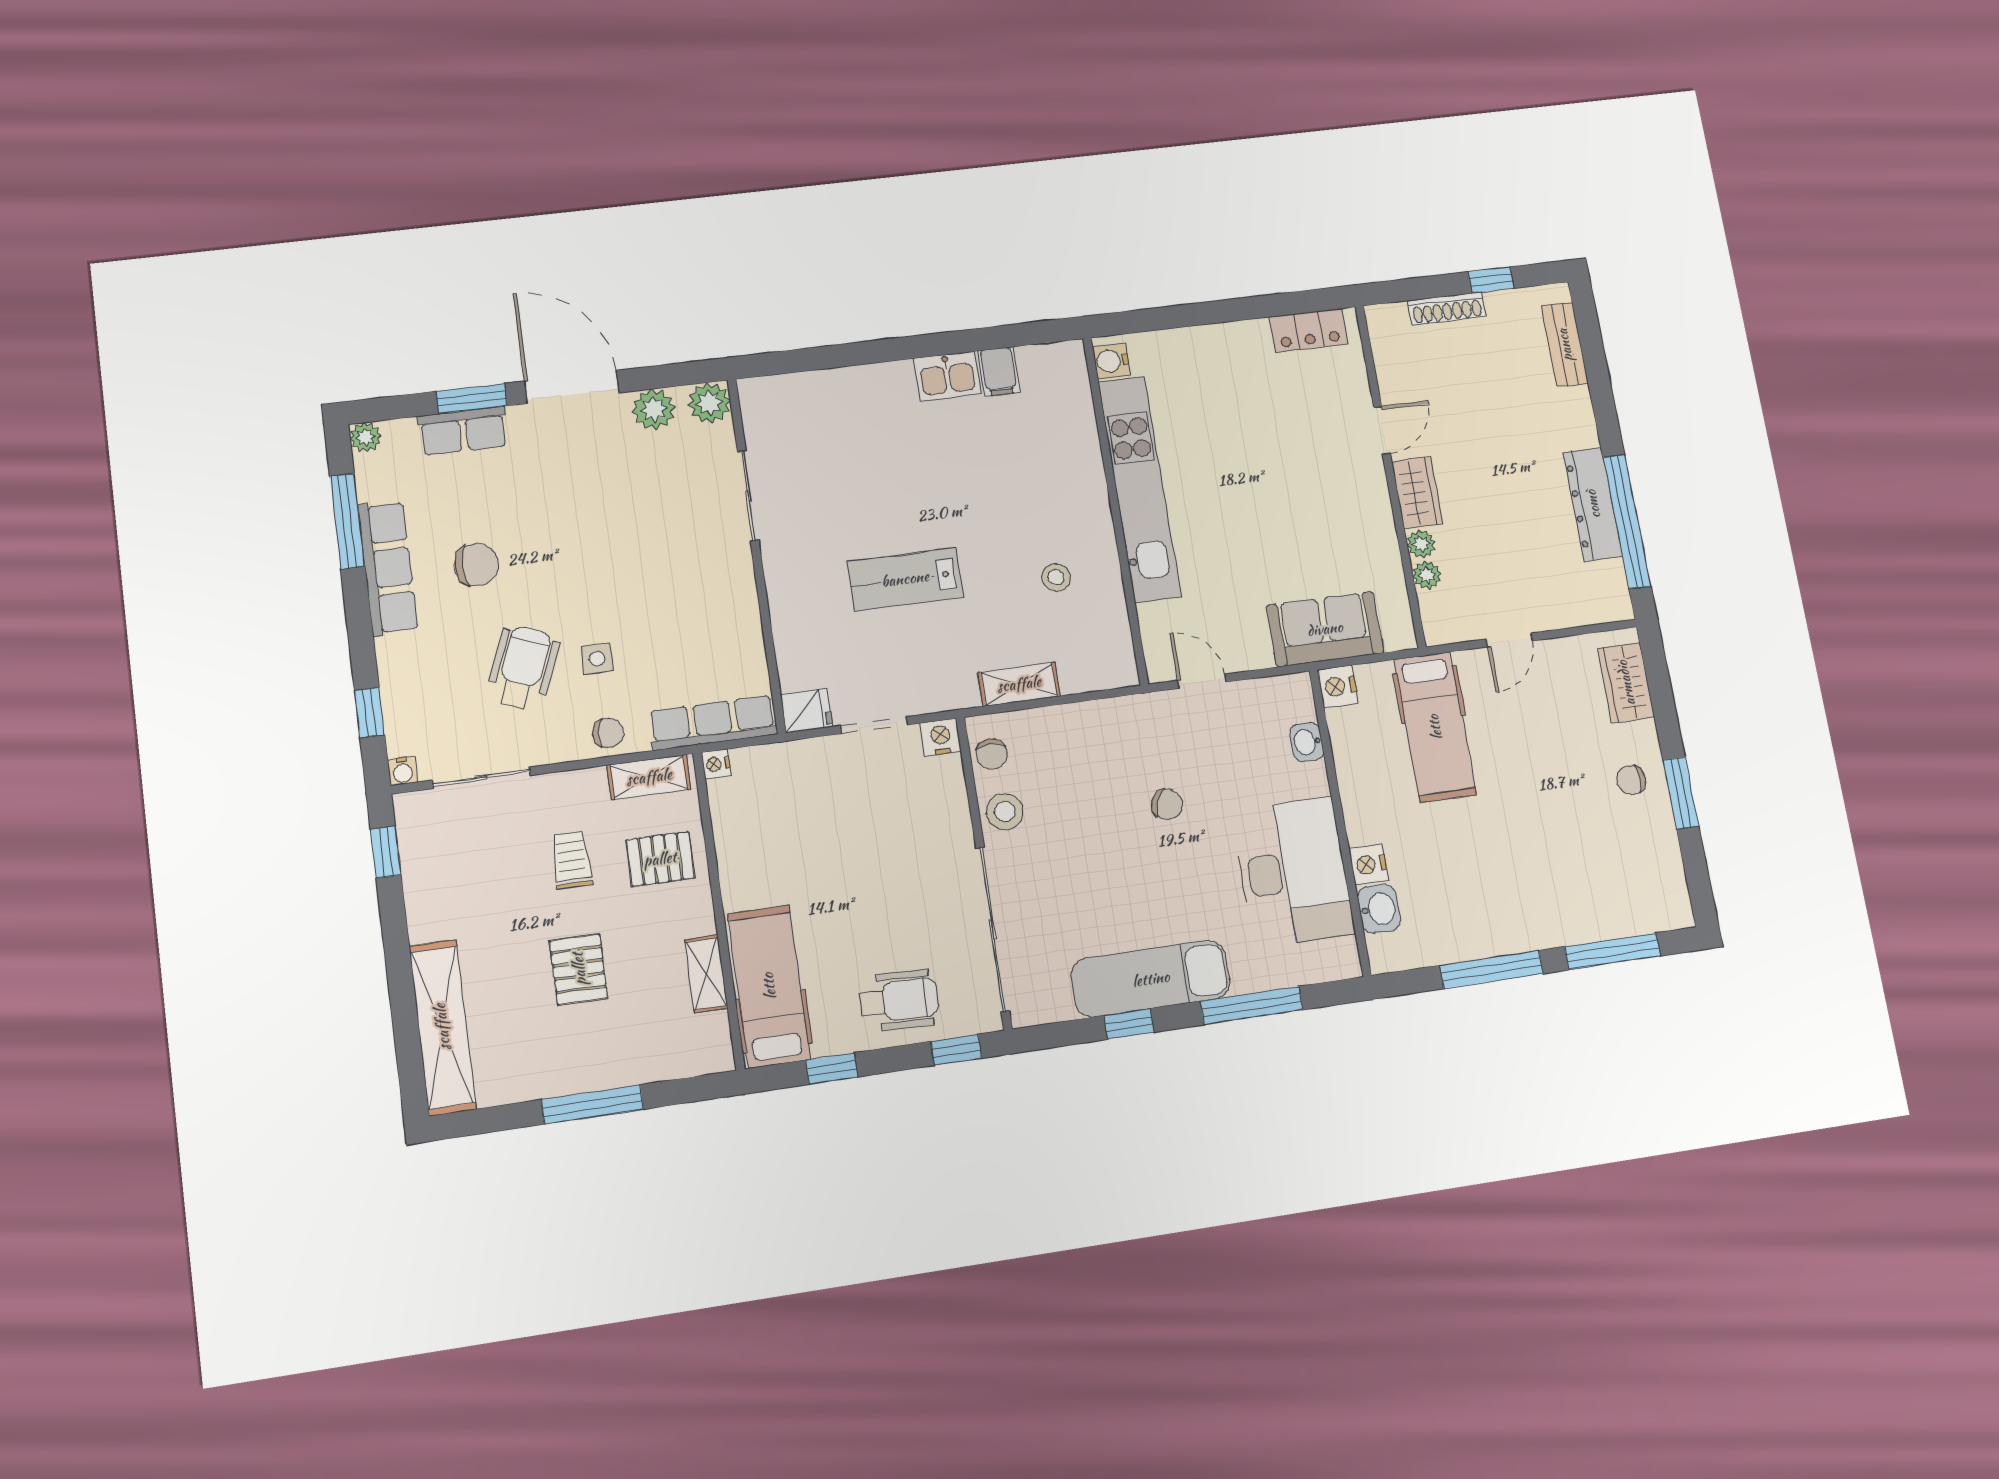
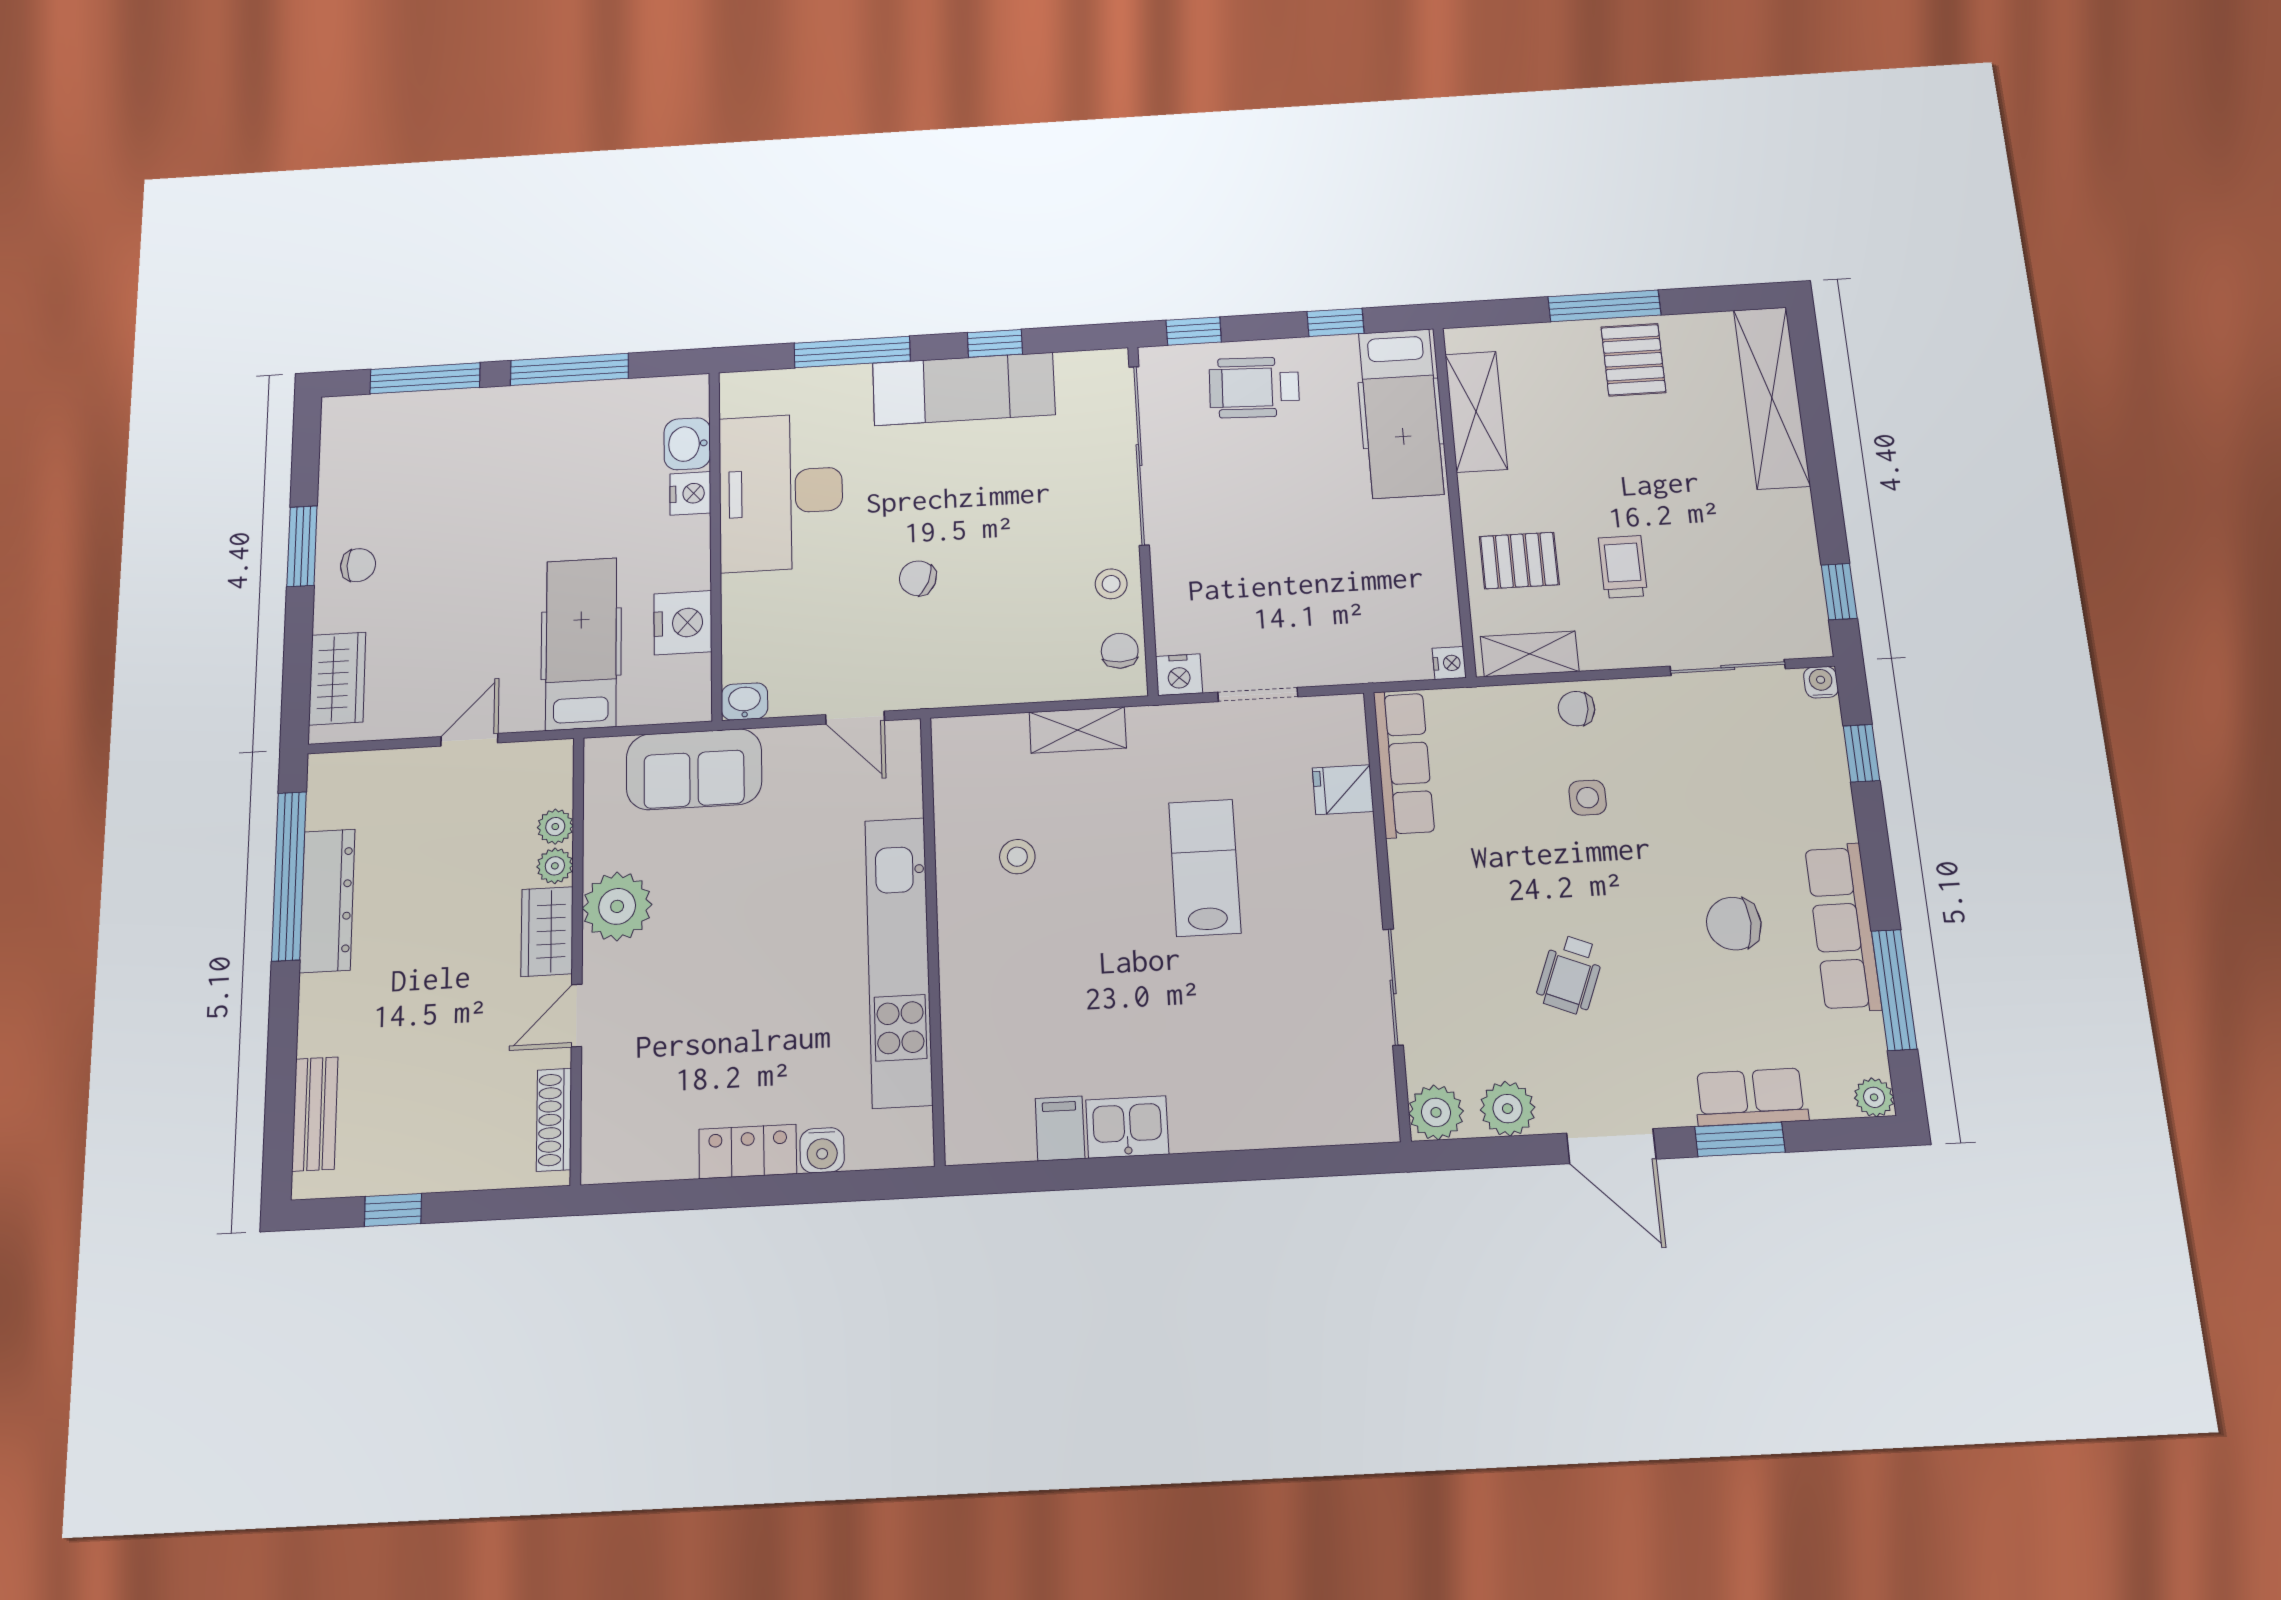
shoe rack: (1447, 309) -> (554, 1120), moved, turned -90
locker: (1309, 330) -> (748, 1151), moved
water cooler: (1111, 361) -> (822, 1150), moved, turned 90
door: (572, 387) -> (1611, 1146), width x0.73
plant: (1366, 516) -> (617, 906), added
lab bench: (905, 579) -> (1205, 868), turned -90
wheelchair: (523, 668) -> (1570, 974), moved, width x0.73, depth x0.73
nightstand: (1338, 686) -> (683, 623), moved, width x1.36, depth x1.33
fridge: (807, 711) -> (1343, 790), moved
row of seats: (713, 723) -> (1404, 764), moved, turned -90
washbasin: (1307, 742) -> (744, 701), moved, turned -90
stool: (1005, 812) -> (1111, 584), width x0.73, depth x0.73
trolley: (571, 860) -> (1623, 567), turned 180
pallet: (579, 969) -> (1633, 360), moved
shelving: (706, 974) -> (1476, 412), width x1.50, depth x1.33

